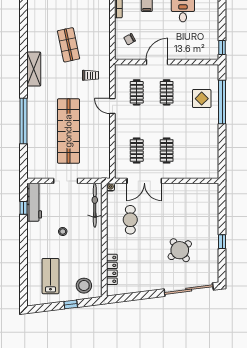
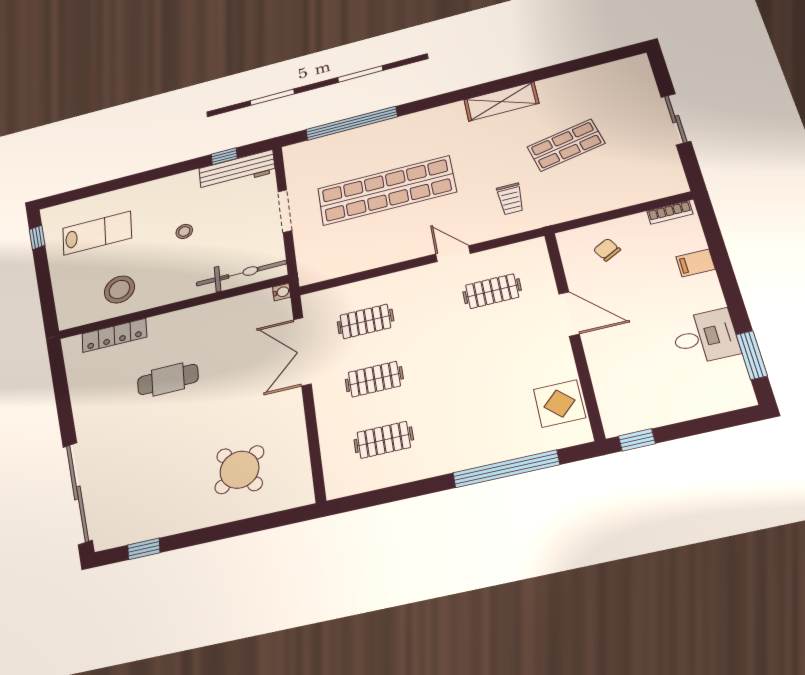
clothes rail: (167, 92) -> (384, 440), moved
display table: (202, 99) -> (559, 404), moved
door: (112, 106) -> (453, 254), hinge flipped
window: (23, 121) -> (352, 123), moved
cafe table: (130, 220) -> (168, 379), moved
window: (222, 242) -> (144, 549), moved
round table: (180, 250) -> (239, 470), moved
stool: (84, 286) -> (119, 289), moved
window: (71, 304) -> (37, 237), moved

